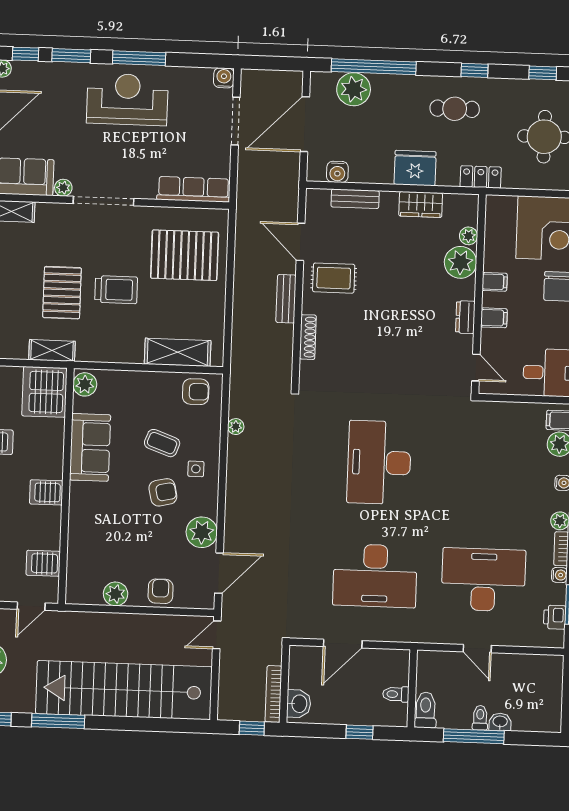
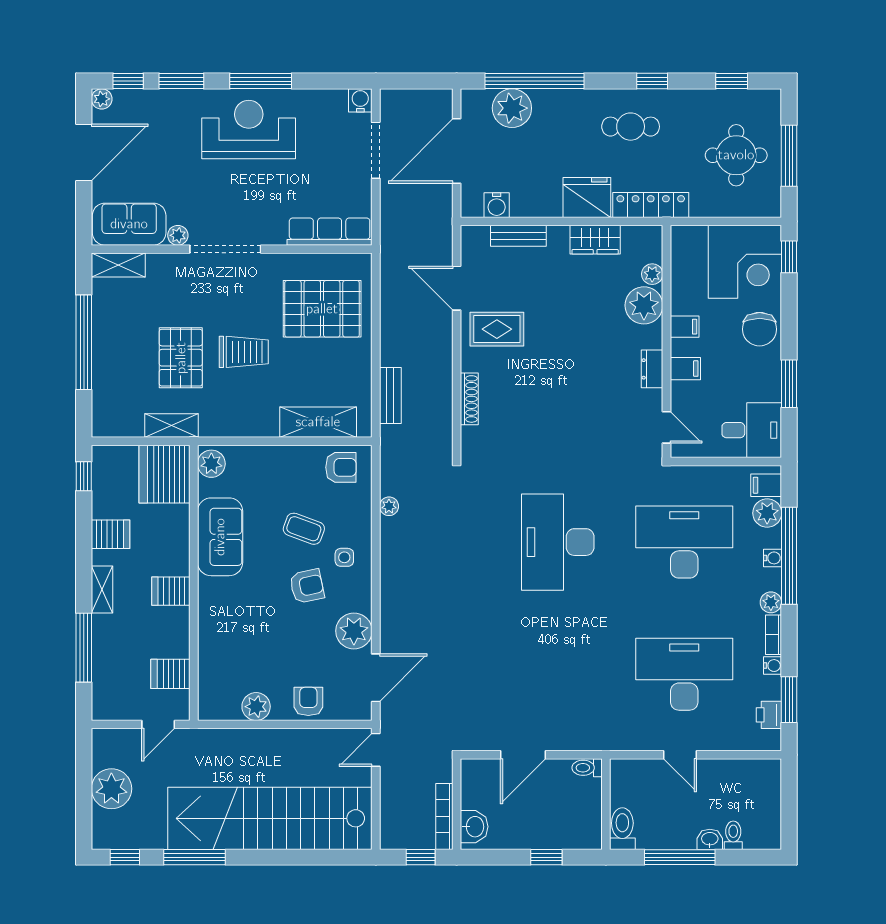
locker: (481, 177) -> (651, 205), width x1.53
bench: (286, 299) -> (390, 396), moved
desk: (375, 576) -> (684, 542), moved, turned 180
toilet: (396, 694) -> (587, 768), moved
toilet: (480, 718) -> (733, 835), moved

